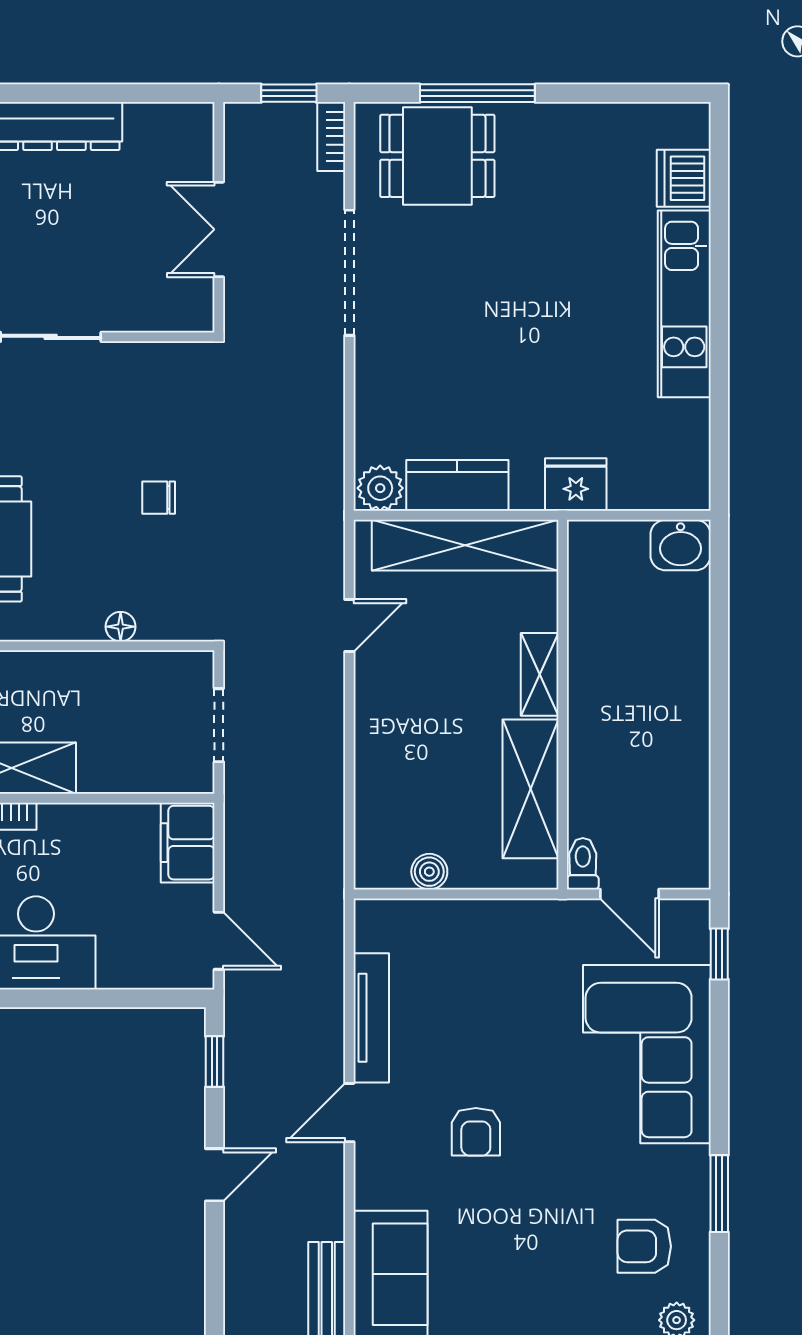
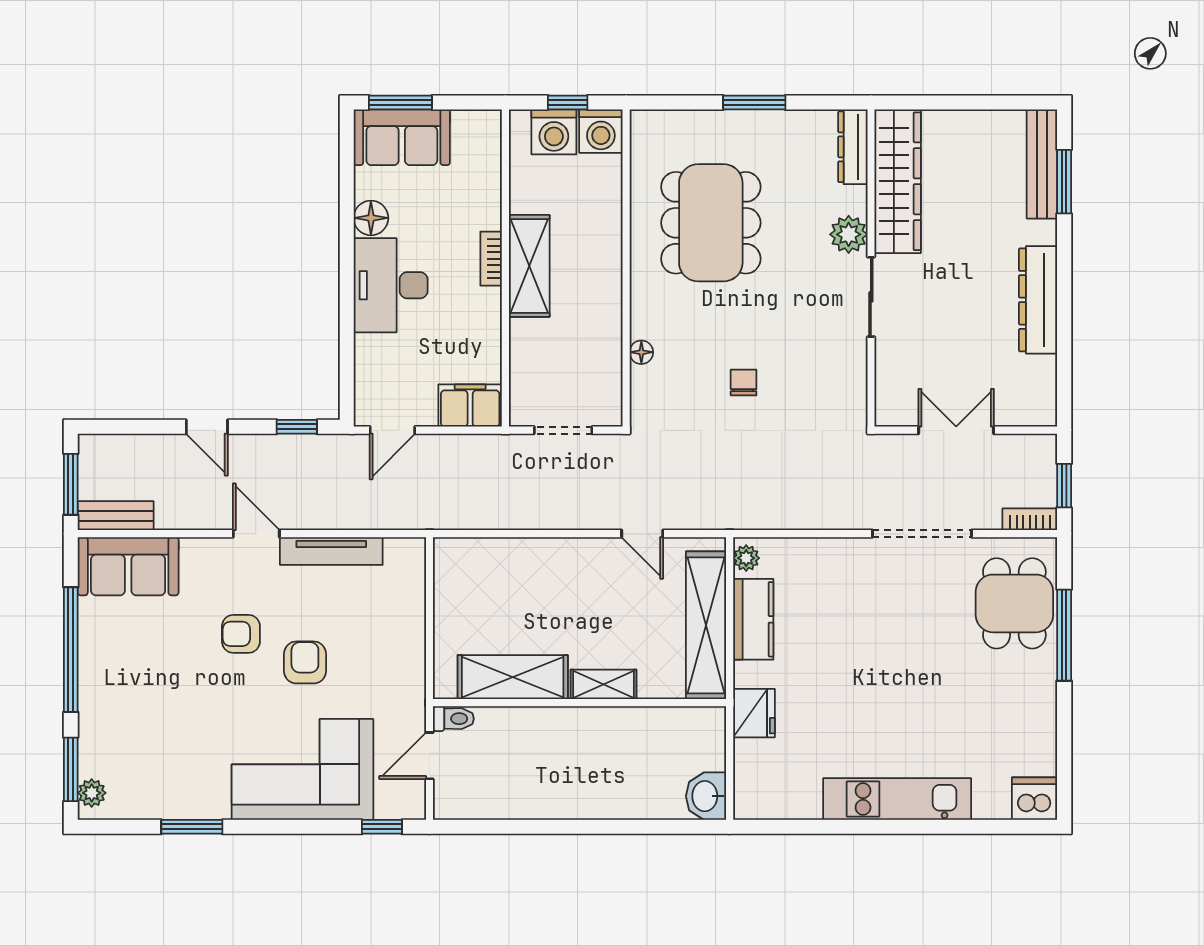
dishwasher: (684, 178) -> (1035, 799), moved
plant: (380, 488) -> (746, 558), width x0.73, depth x0.73
boiler: (429, 872) -> (447, 597), removed
armchair: (644, 1246) -> (305, 662), moved

